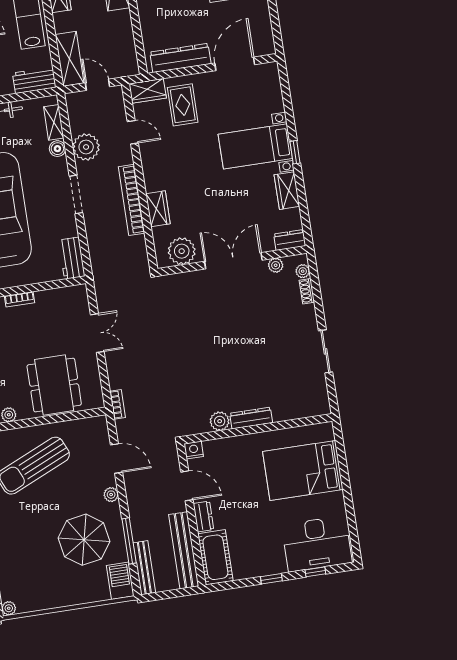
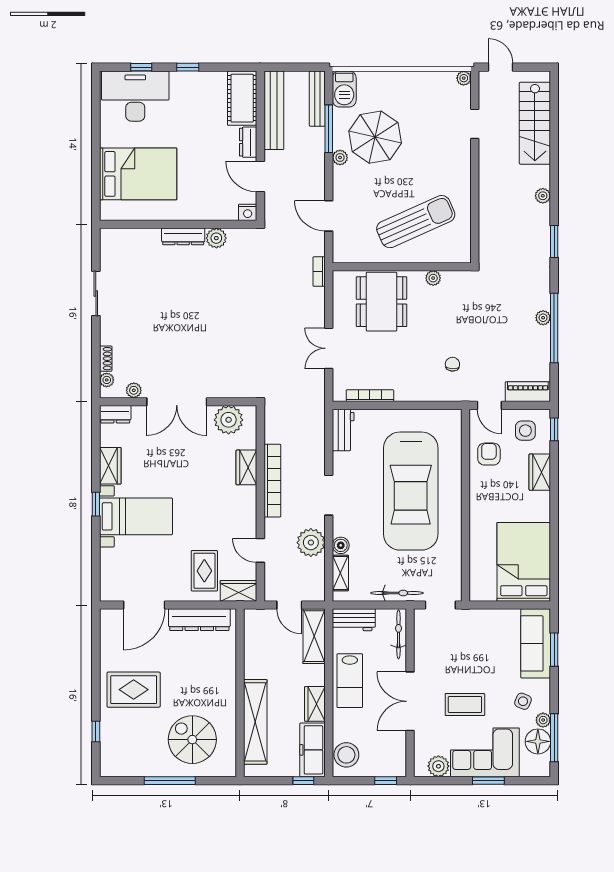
bookcase: (20, 299) -> (370, 396), moved, width x1.56
plant: (111, 495) -> (340, 158), moved

